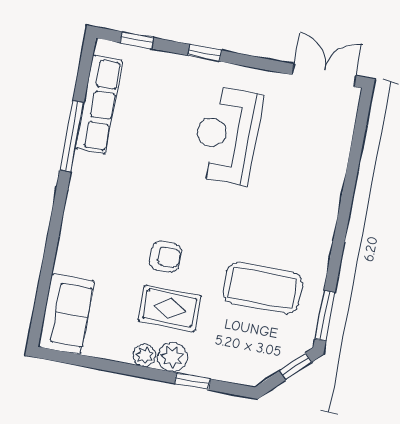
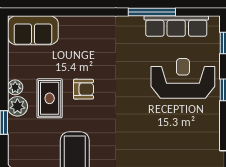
reception desk: (227, 135) -> (183, 78), moved
armchair: (165, 257) -> (83, 89), turned -90

